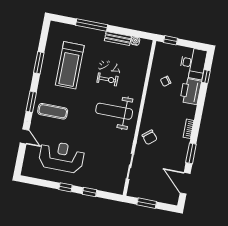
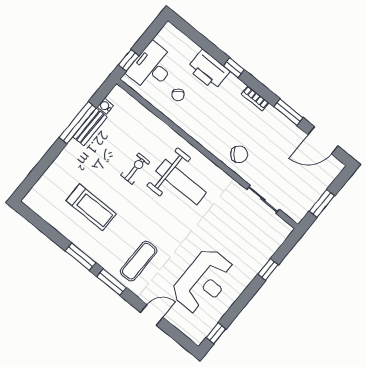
window: (92, 25) -> (78, 123), moved
window: (39, 63) -> (80, 257), moved
desk: (193, 63) -> (152, 67), moved, turned -90
treadmill: (70, 65) -> (91, 207), width x0.73, depth x0.73
window: (206, 76) -> (234, 68), moved
weight bench: (114, 111) -> (181, 182), turned -90
reception desk: (62, 157) -> (203, 281), turned 180
window: (66, 187) -> (216, 333), moved

